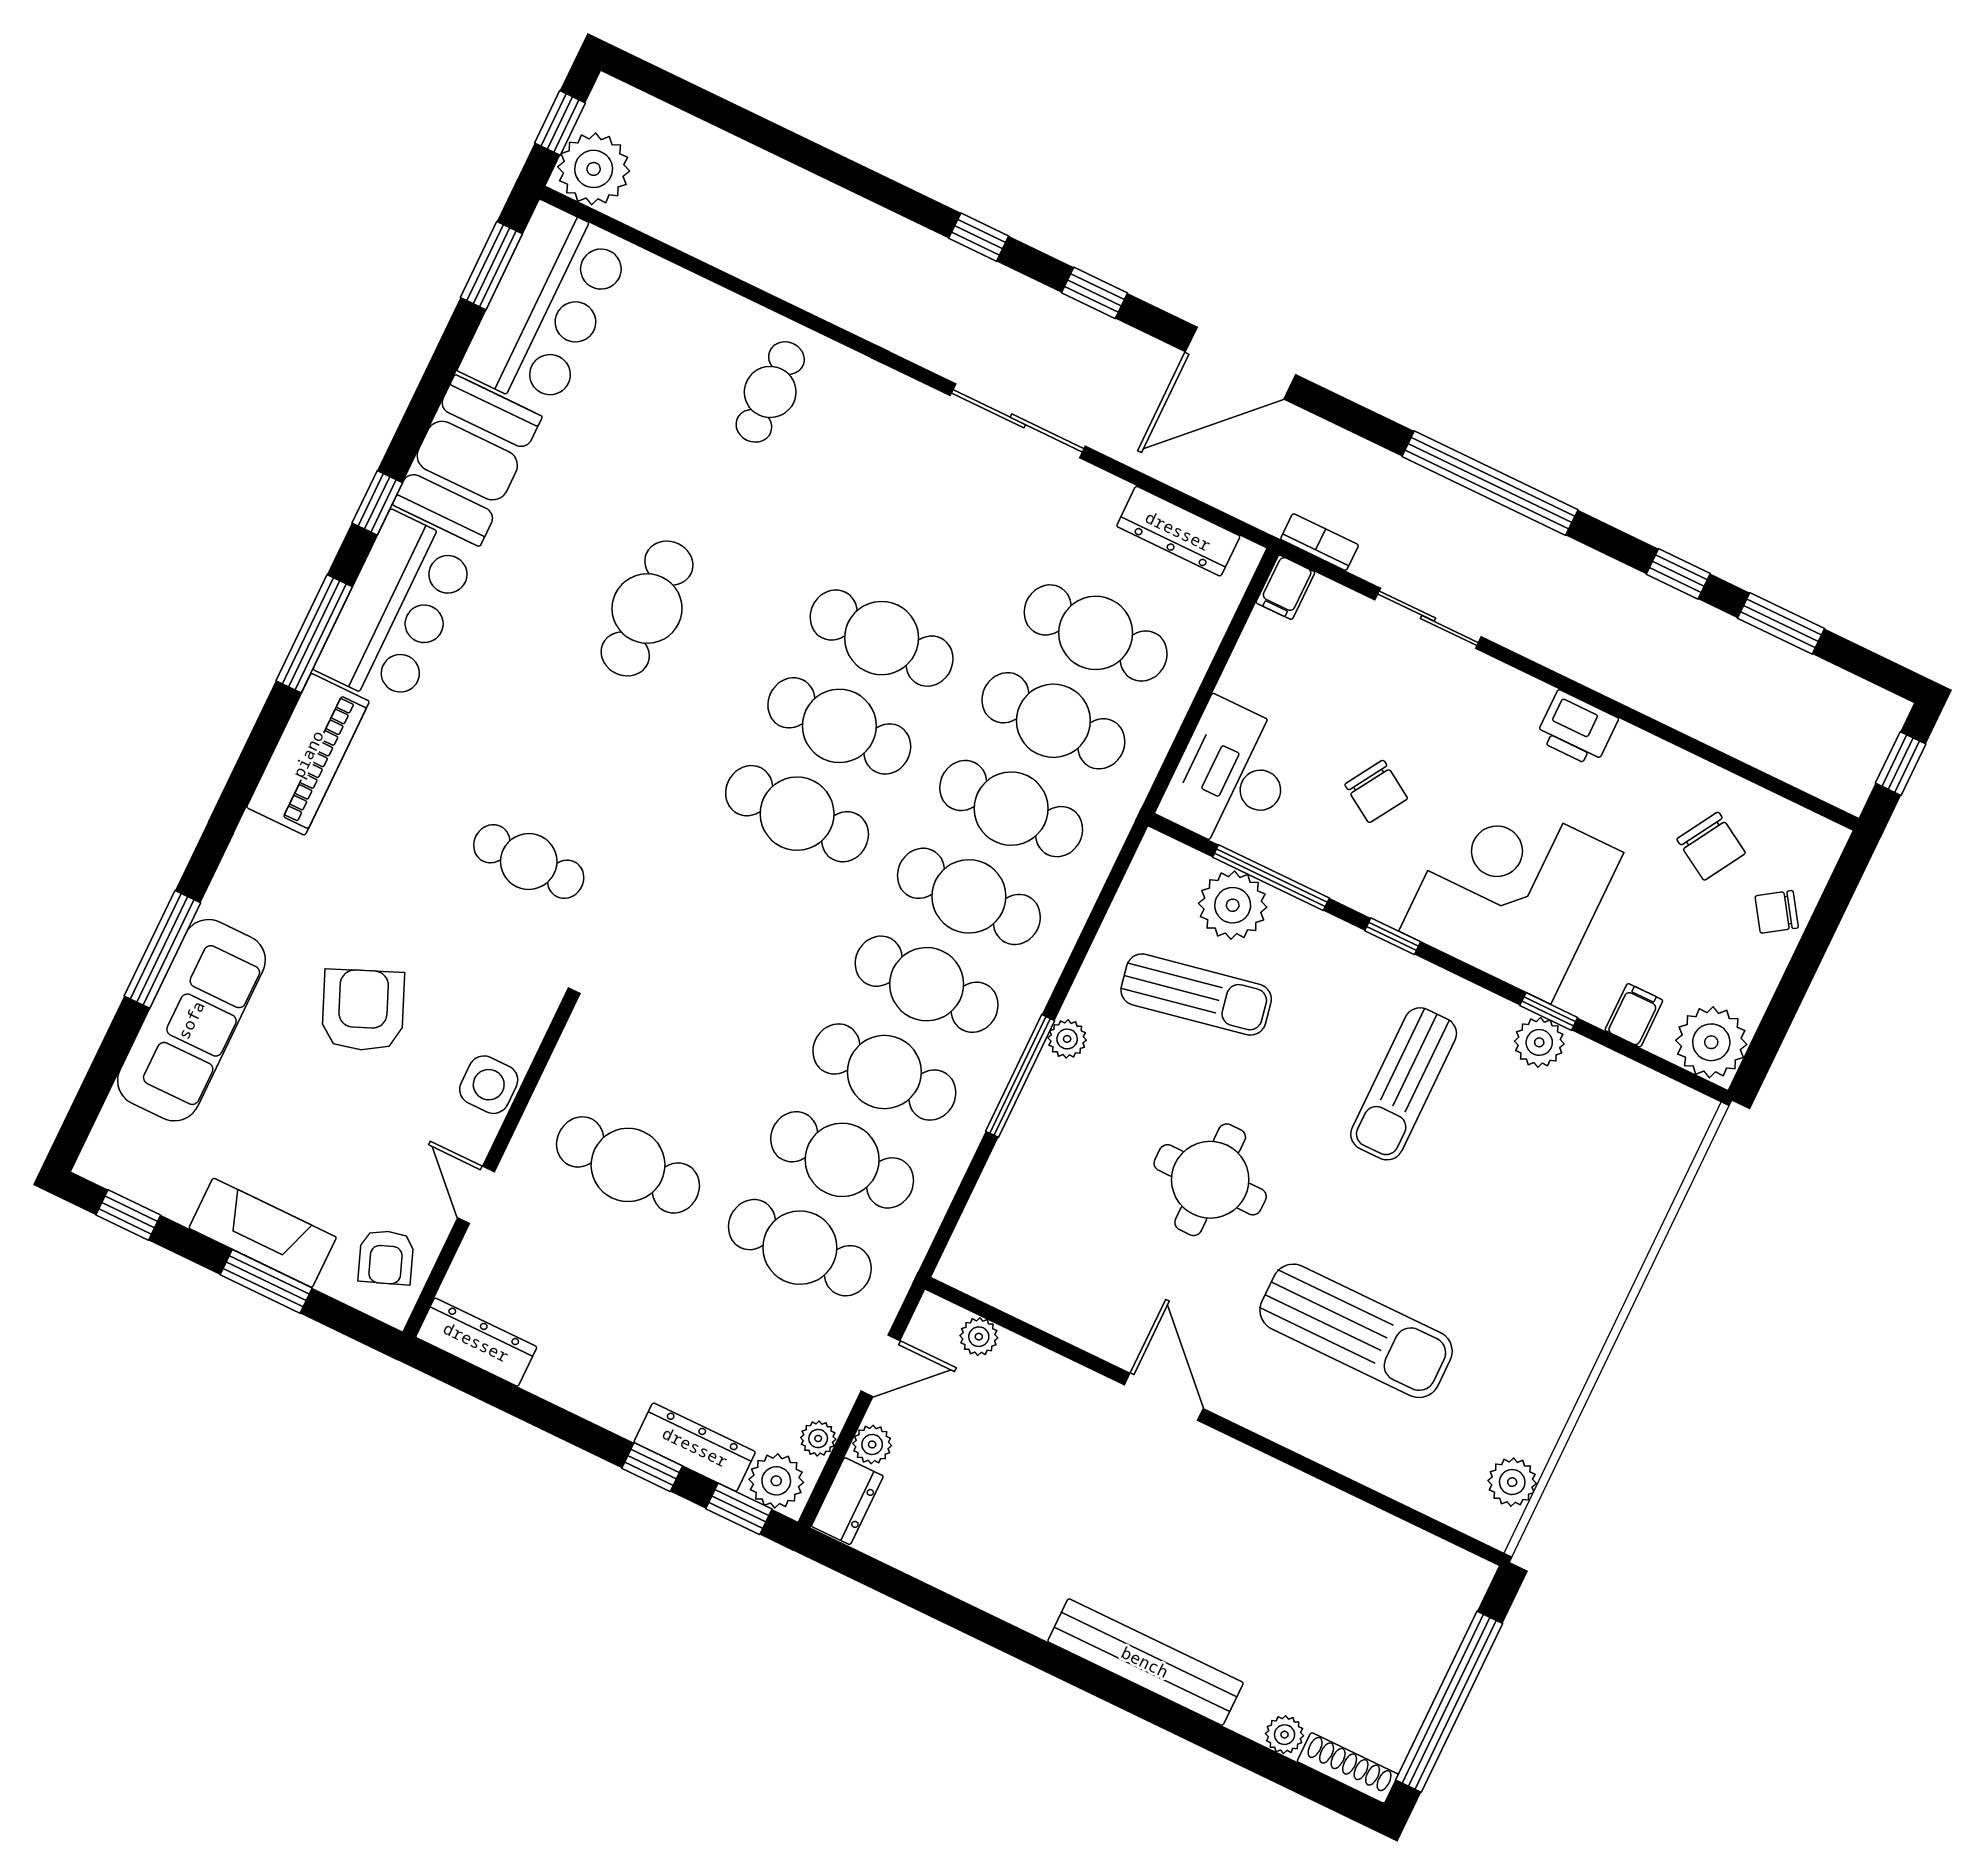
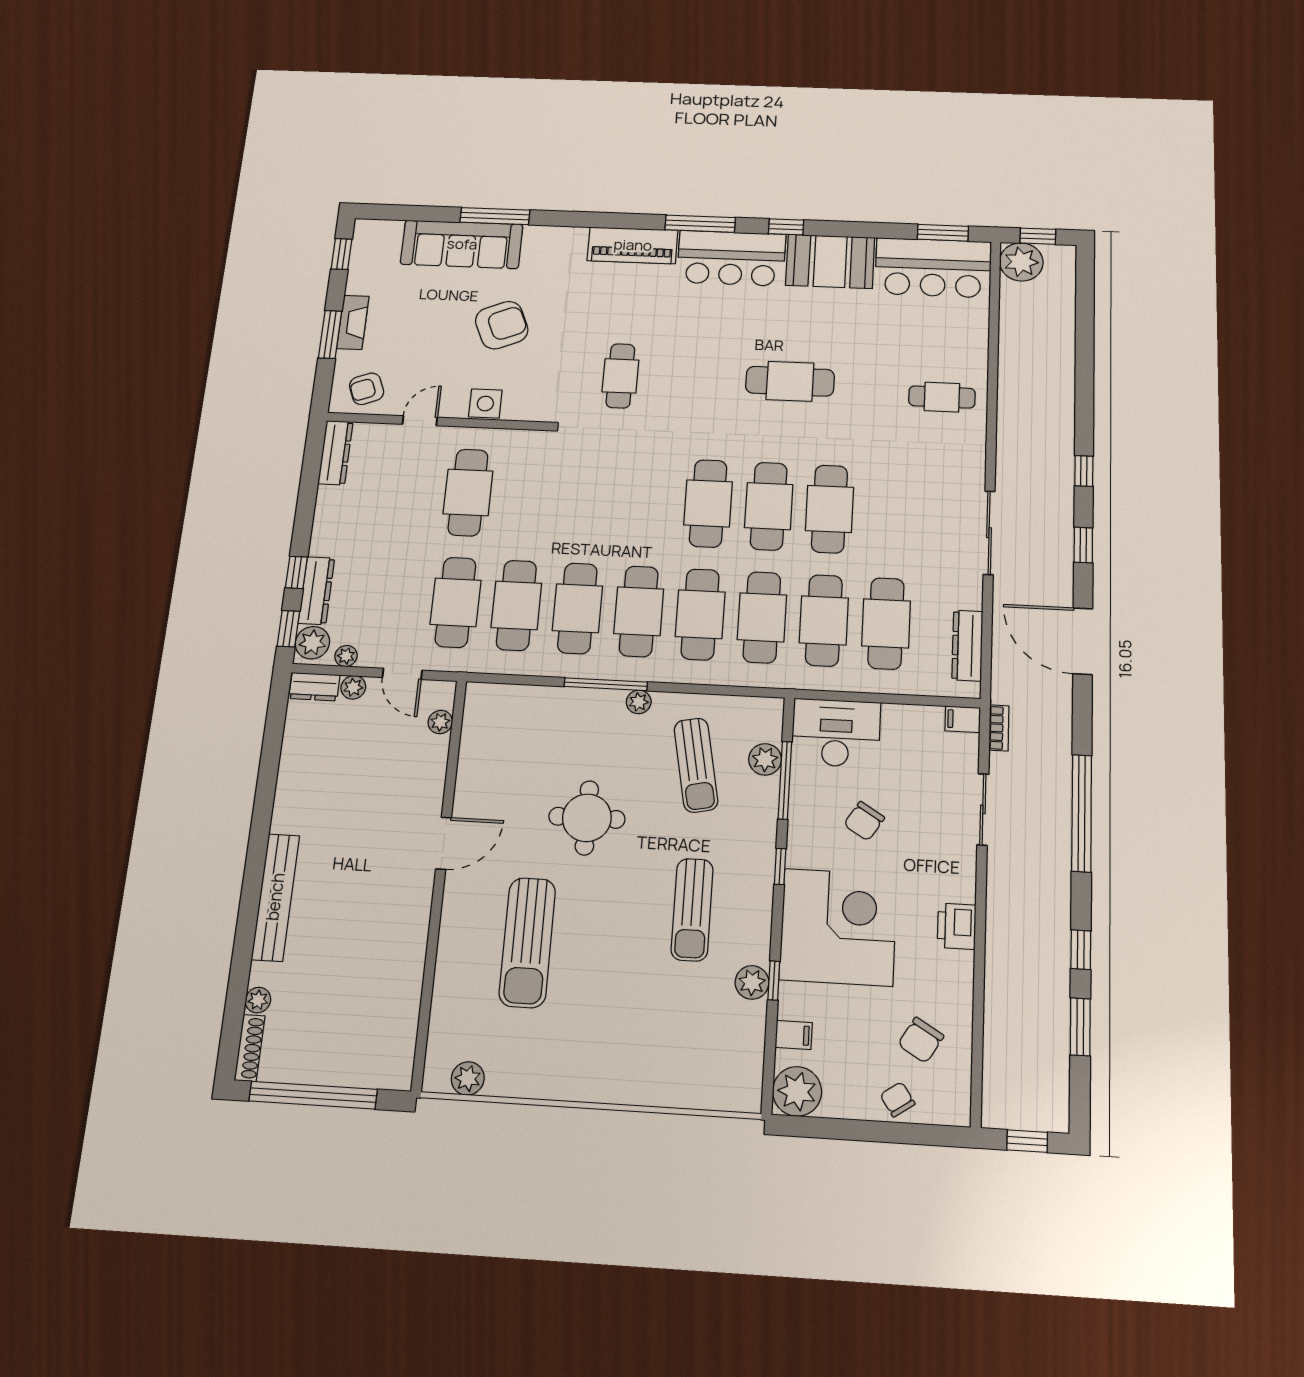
plant: (1233, 905) -> (765, 759), width x0.73, depth x0.73
sun lounger: (1404, 1084) -> (692, 910), turned -90
fireplace: (263, 1233) -> (353, 322), width x0.73, depth x0.76

